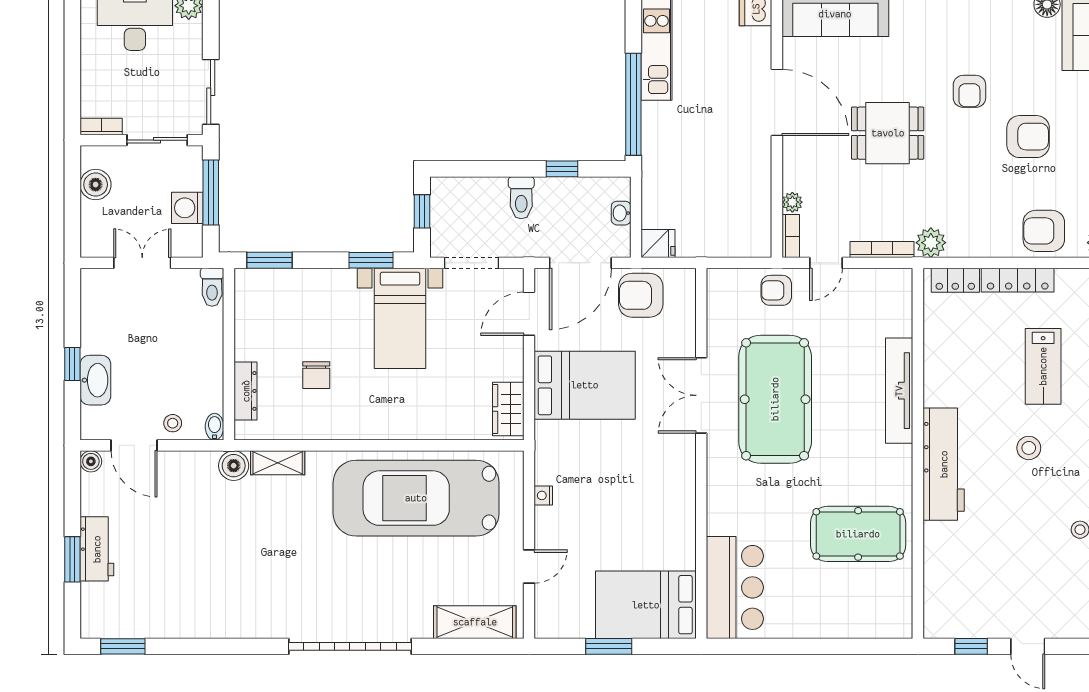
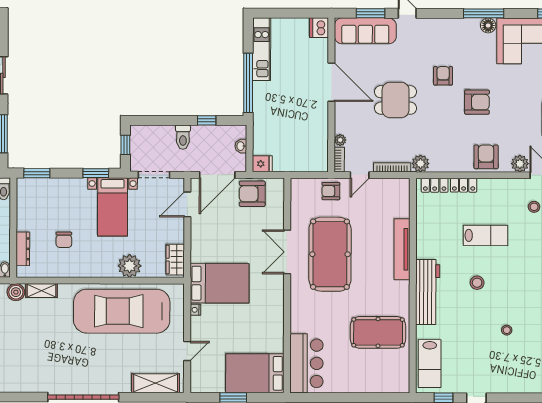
armchair: (969, 91) -> (443, 76), turned 180
armchair: (1044, 231) -> (486, 157), turned 90
locker: (1018, 280) -> (464, 185), width x0.66
lab bench: (1043, 366) -> (485, 235), turned -90
bed: (585, 385) -> (220, 283), moved
plant: (429, 420) -> (130, 266), added
lab bench: (947, 588) -> (430, 364), added

